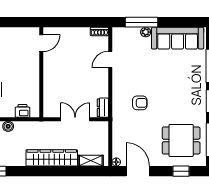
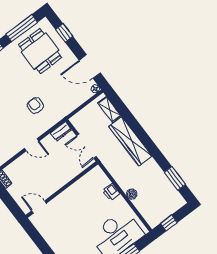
door: (41, 43) -> (39, 207), moved
door: (110, 60) -> (32, 145), moved
wall: (41, 72) -> (62, 190), moved
door: (138, 171) -> (90, 67), hinge flipped

